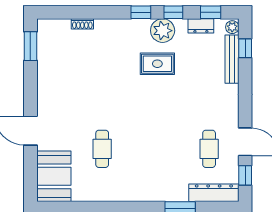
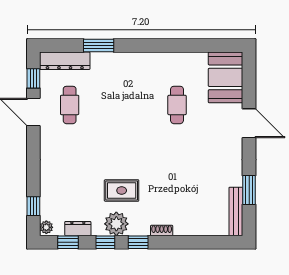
shoe rack: (82, 24) -> (162, 230), moved
window: (30, 46) -> (249, 190), moved
bench: (232, 59) -> (236, 211), moved

